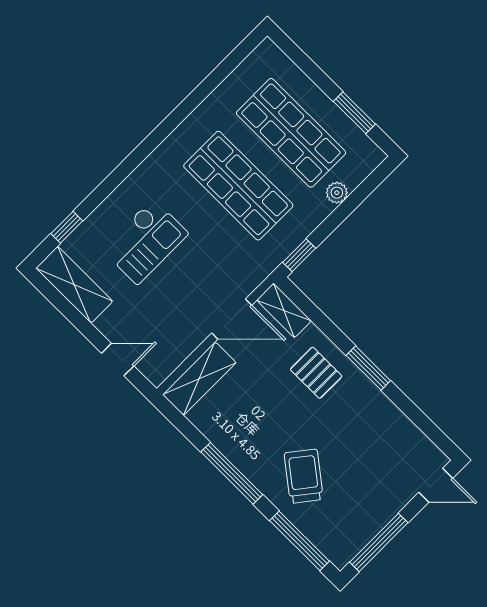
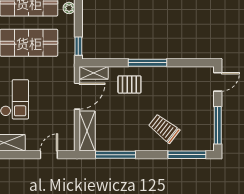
window: (368, 368) -> (147, 63), width x1.44
window: (232, 473) -> (116, 155), moved

